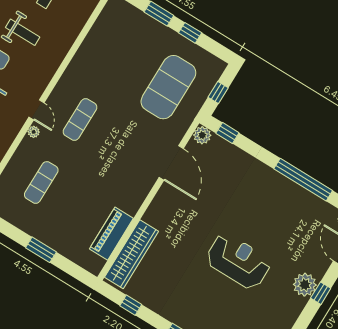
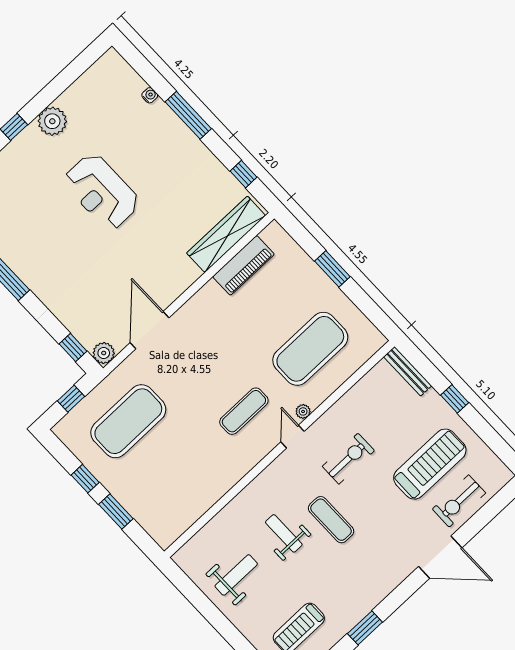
exercise mat: (41, 182) -> (310, 349), width x2.00, depth x1.45
plant: (305, 285) -> (52, 121), moved

